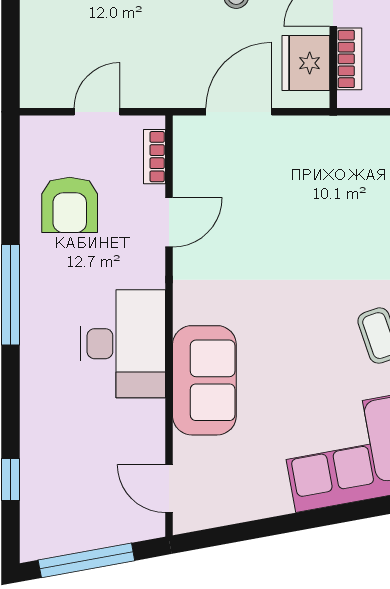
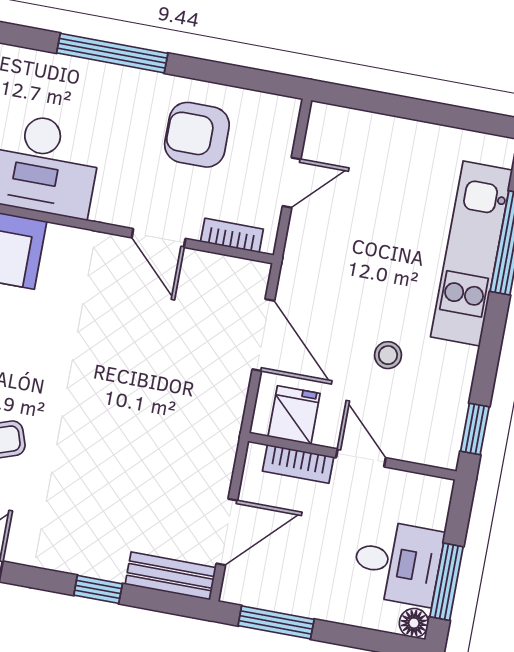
fridge: (306, 63) -> (294, 415), width x0.72
door: (97, 112) -> (292, 183), hinge flipped

